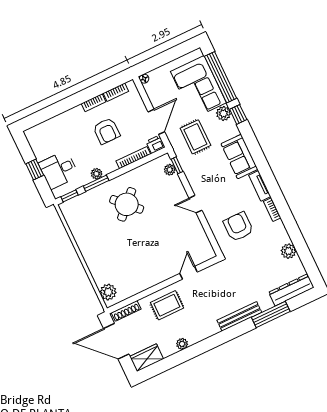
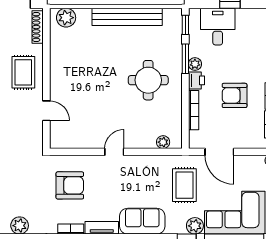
rug: (195, 137) -> (184, 185), turned 90
printer: (155, 144) -> (196, 80), moved
window: (177, 165) -> (164, 152), removed
round table: (127, 204) -> (148, 80), turned 45
bench: (85, 244) -> (127, 17), added

